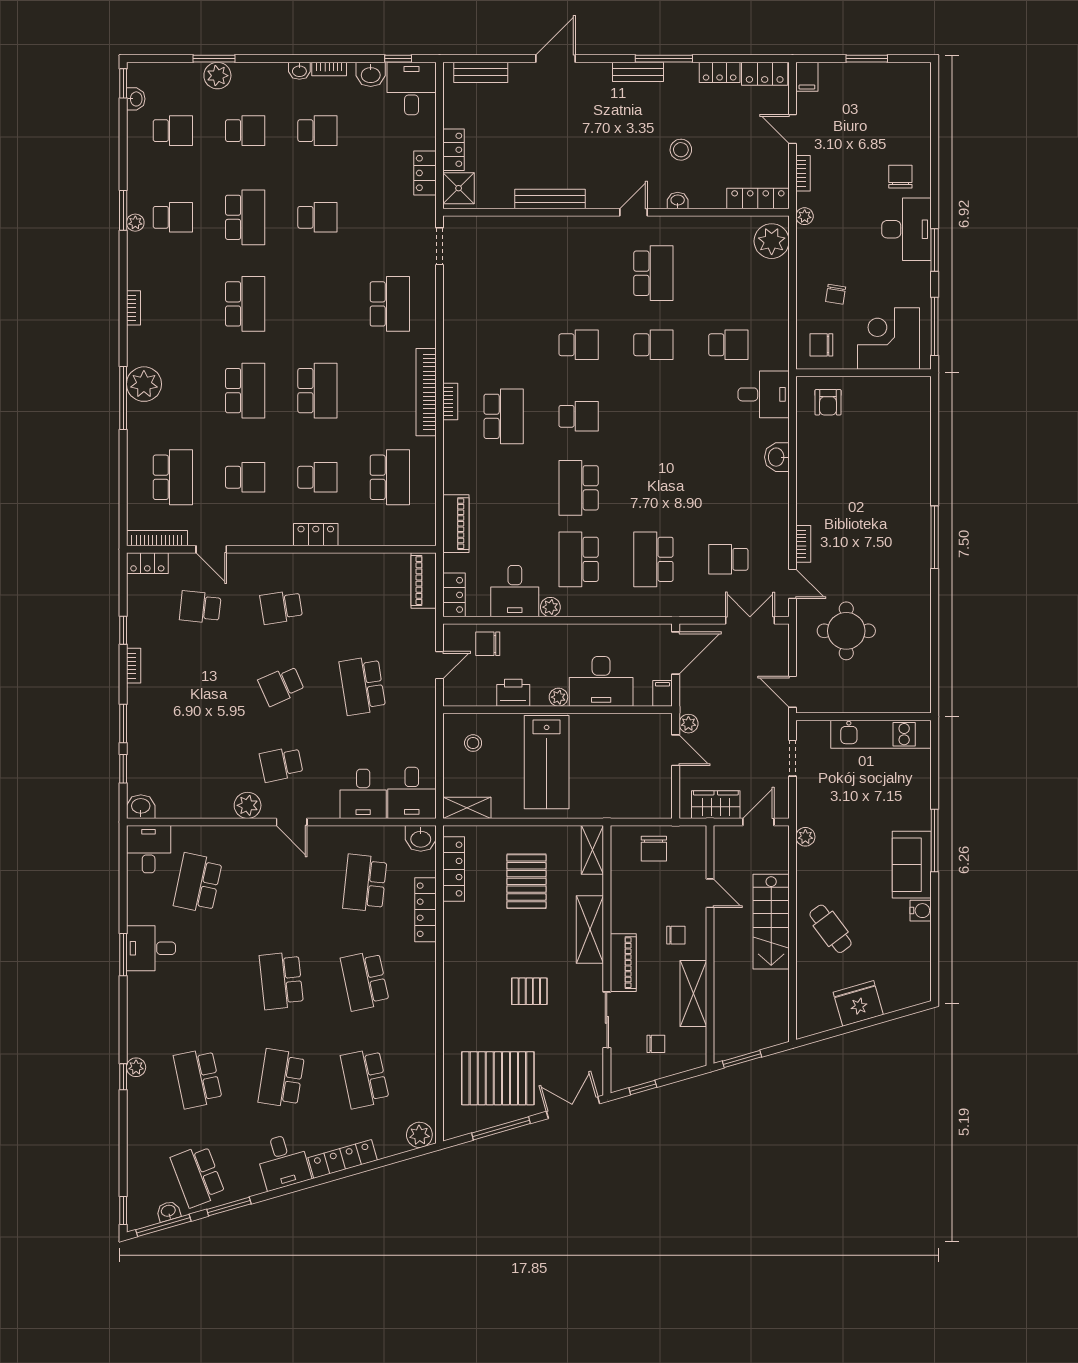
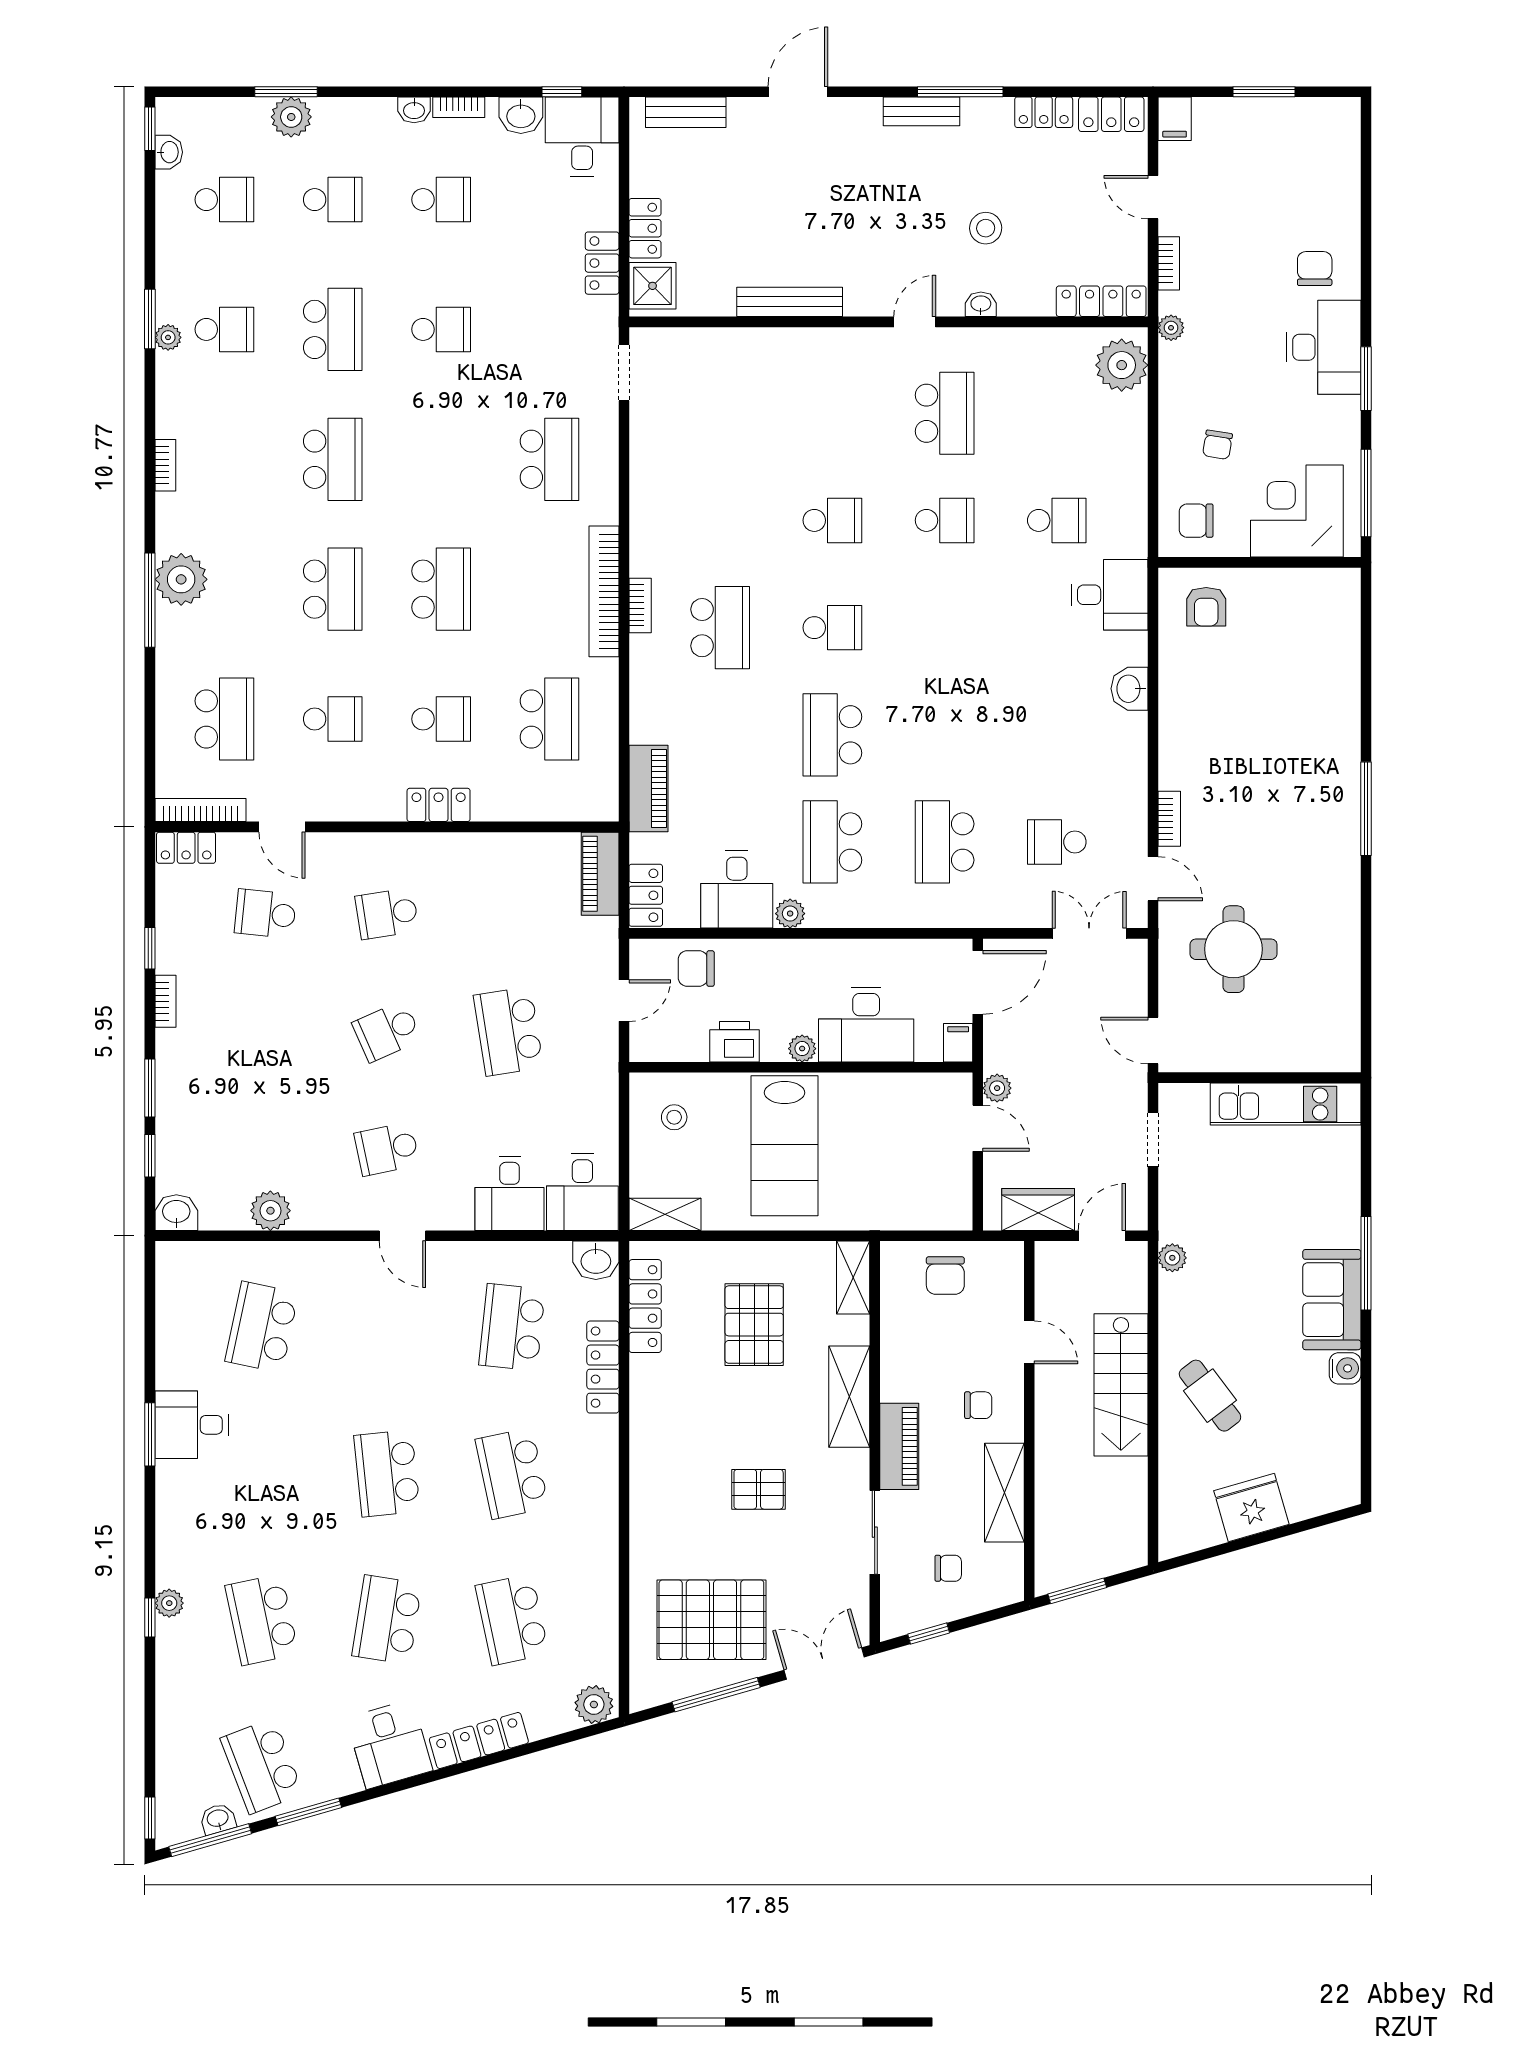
plant: (248, 805) -> (270, 1211), moved
desk: (149, 849) -> (188, 1276), removed

